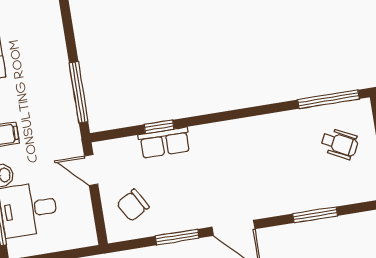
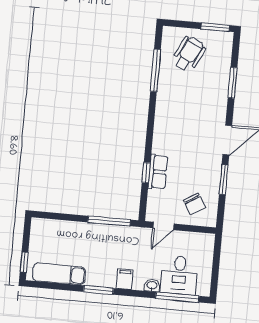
window: (328, 99) -> (155, 70), moved
wheelchair: (340, 144) -> (189, 54), width x1.36, depth x1.37

